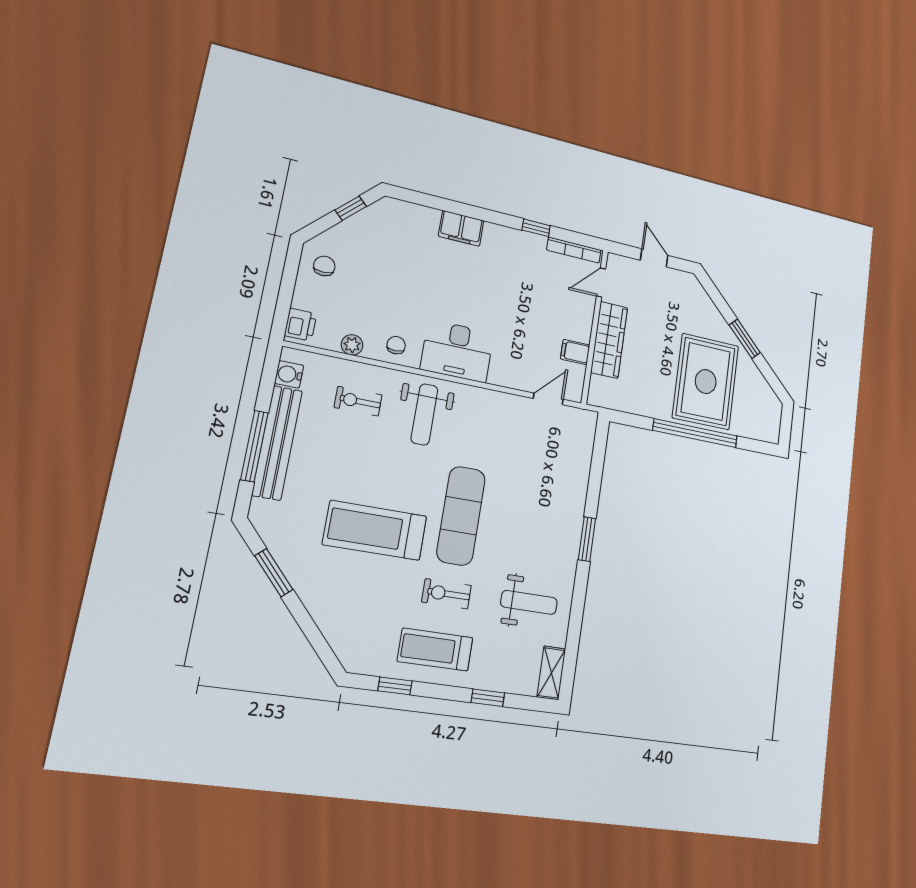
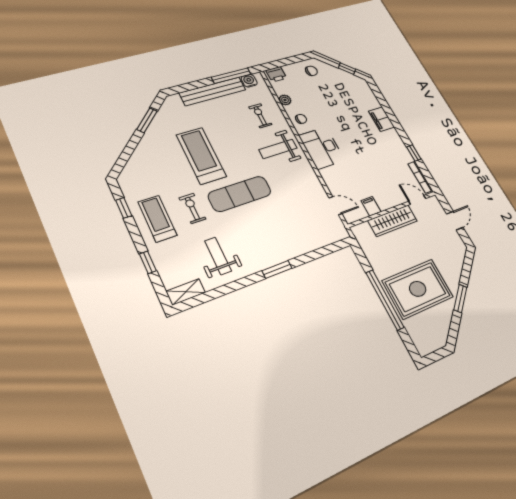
window: (254, 446) -> (231, 76), moved
weight bench: (529, 602) -> (218, 256), turned 180

